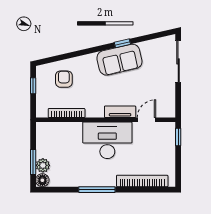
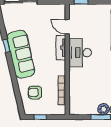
sofa: (119, 60) -> (21, 54), width x1.36
desk: (107, 140) -> (80, 53), width x0.73, depth x0.77

